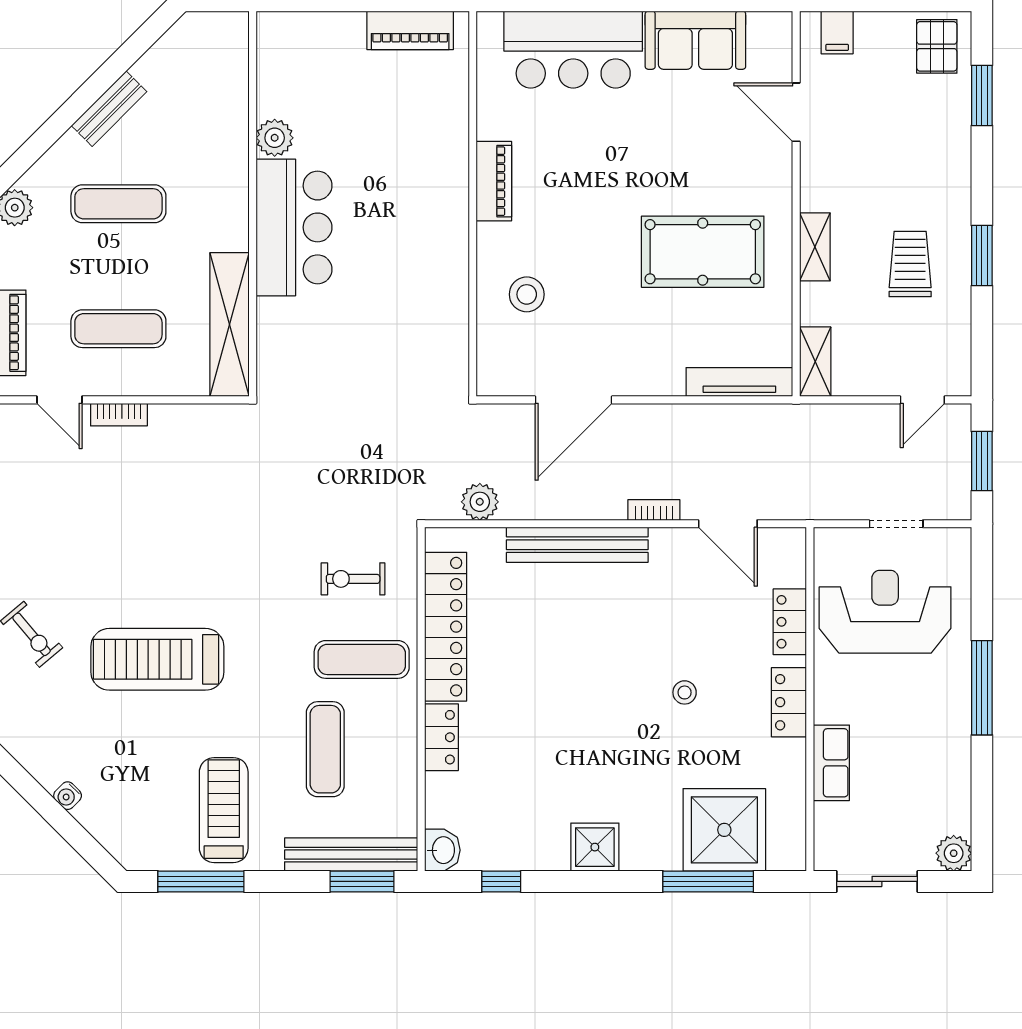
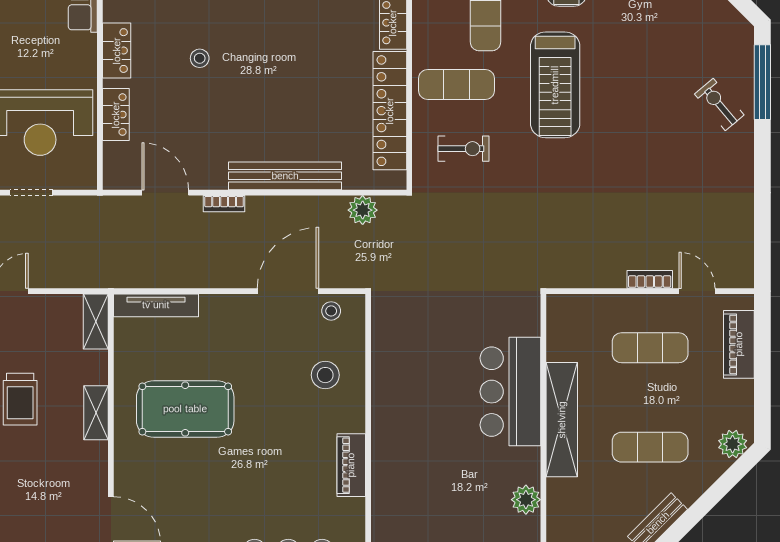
bar counter: (294, 227) -> (510, 392), moved
shelving: (230, 324) -> (562, 420), moved
stool: (519, 375) -> (331, 311), added
treadmill: (157, 659) -> (555, 85), moved, turned 90

